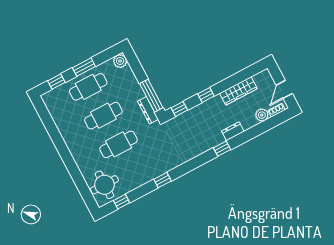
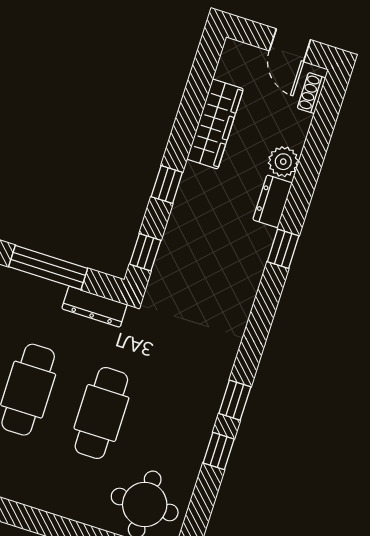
window: (151, 96) -> (48, 267), moved
plant: (262, 115) -> (283, 162), moved
window: (122, 202) -> (219, 451), moved

